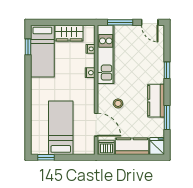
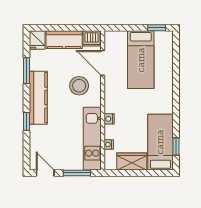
kitchen counter: (156, 101) -> (38, 98), width x1.50
stool: (118, 103) -> (79, 86), width x1.89, depth x1.89

